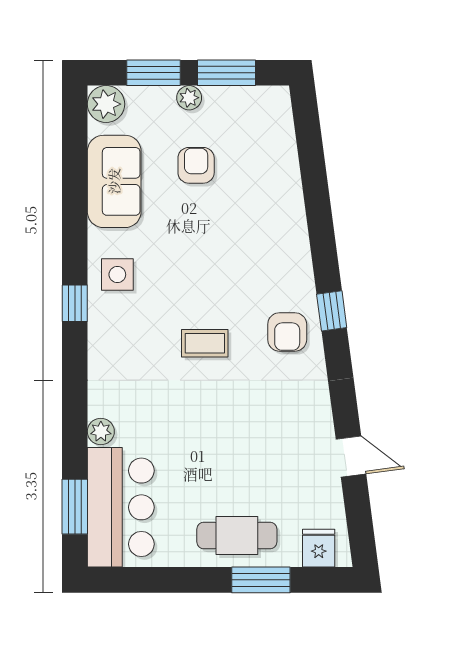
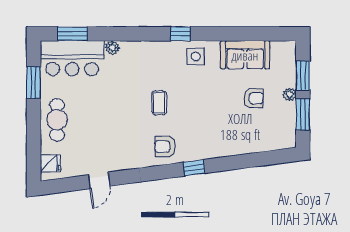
plant: (106, 104) -> (286, 50), removed
window: (332, 311) -> (194, 168), moved
window: (261, 580) -> (34, 82), moved

